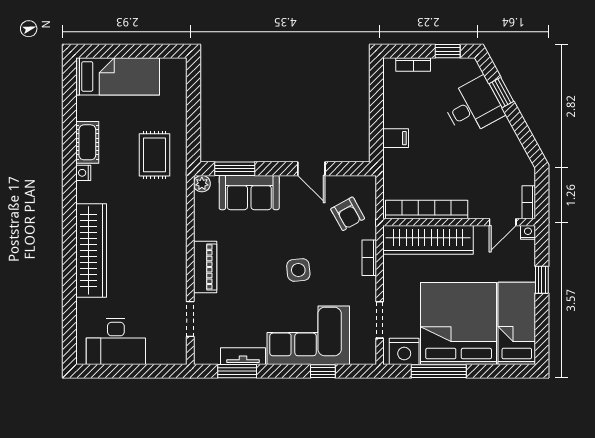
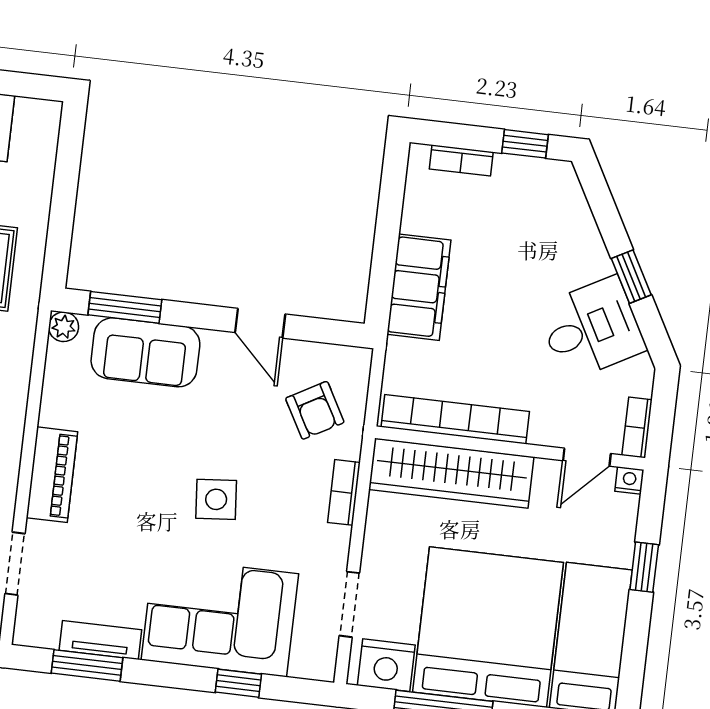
window: (501, 92) -> (631, 277), moved
desk: (473, 107) -> (591, 328), moved
filing cabinet: (396, 138) -> (419, 287), width x3.00, depth x1.17

